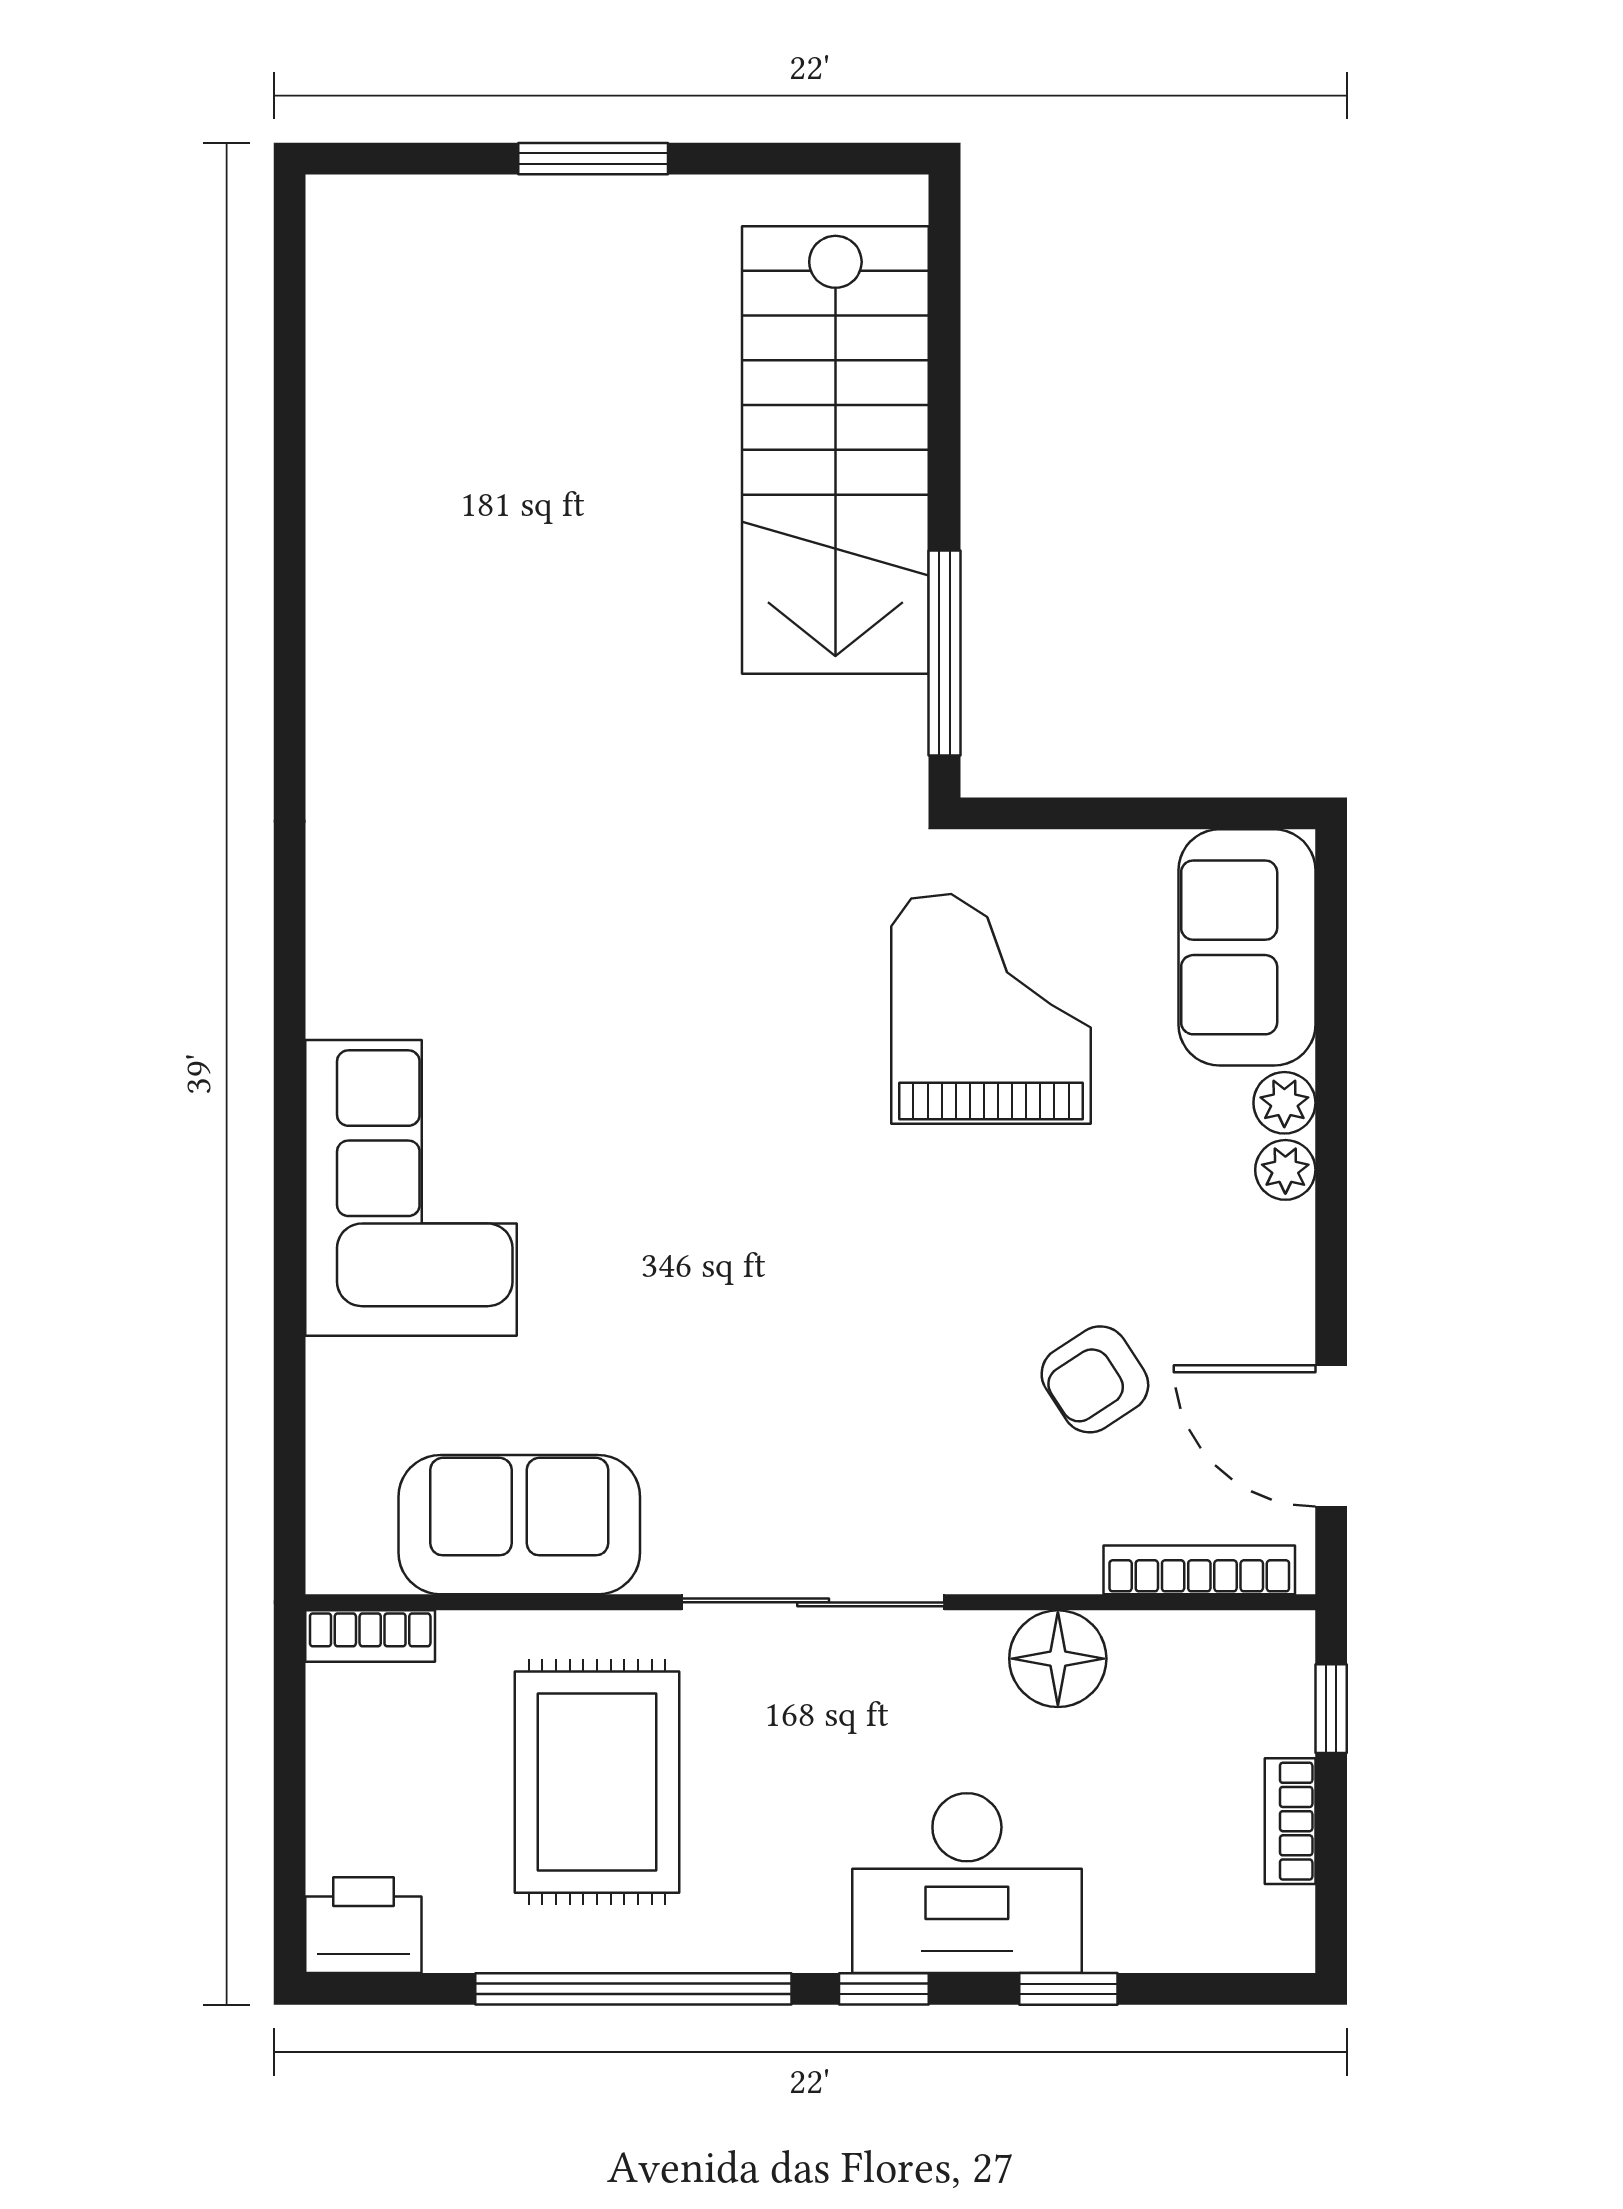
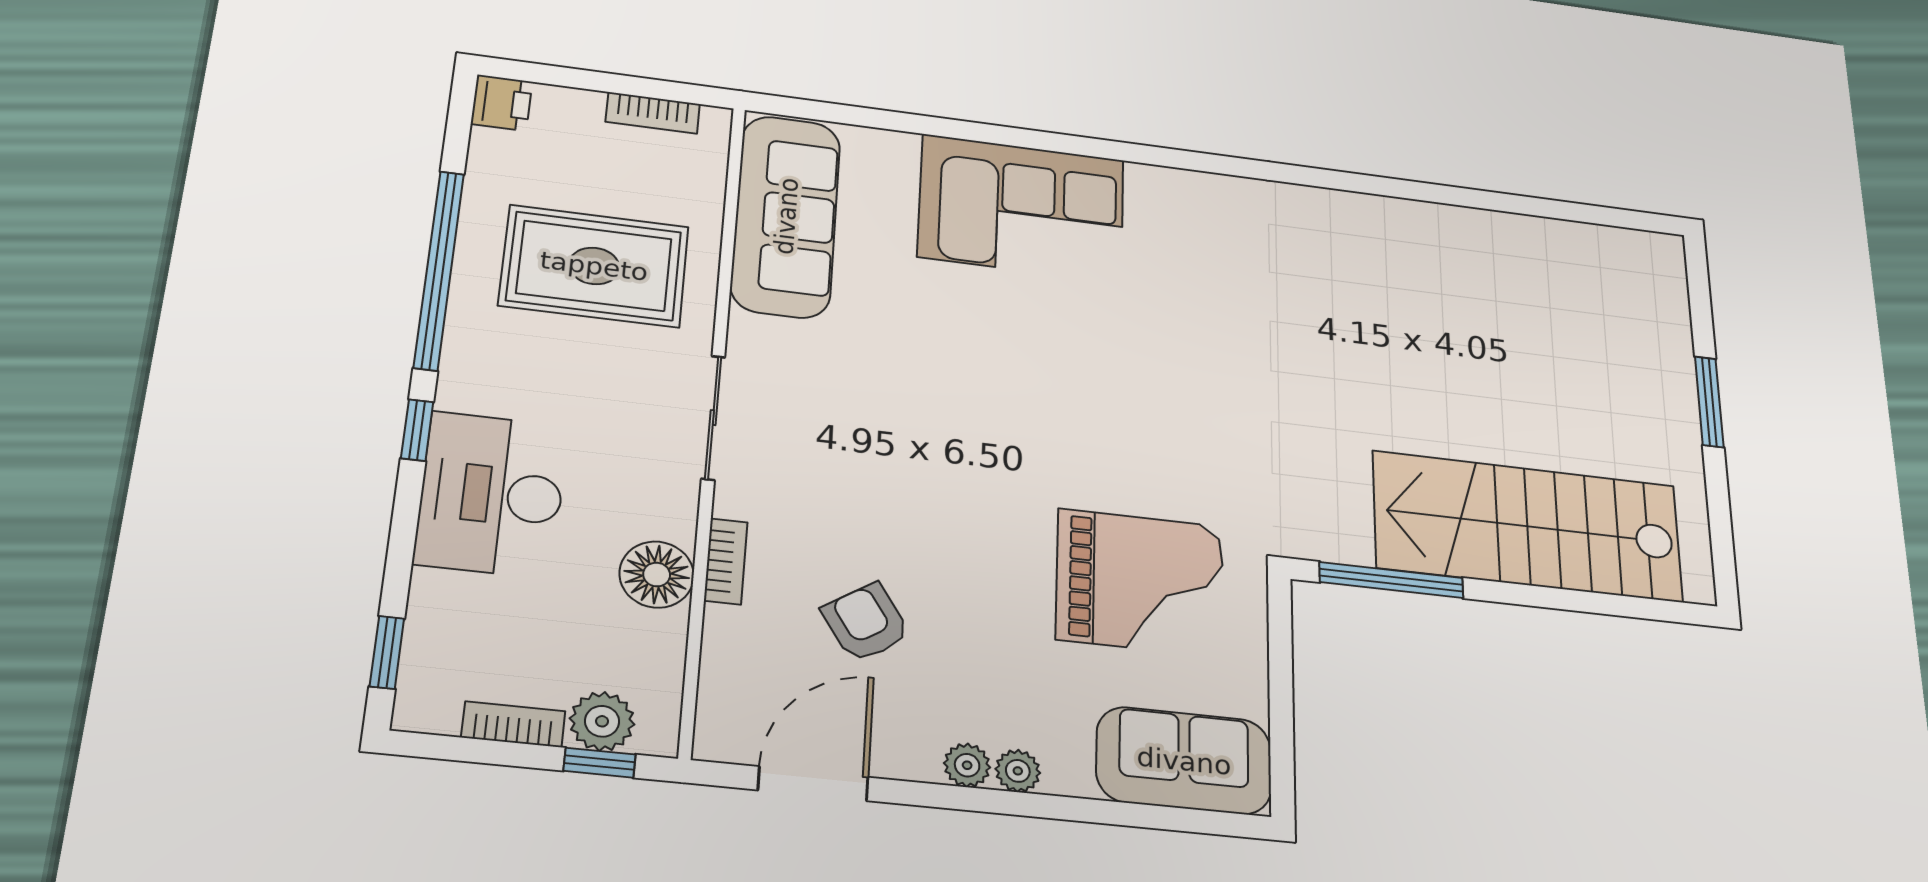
plant: (1284, 1103) -> (967, 765), moved
sofa: (519, 1525) -> (786, 216), width x1.36
bookcase: (1199, 1570) -> (726, 561), moved, width x0.64
sliding door: (813, 1602) -> (713, 418), width x0.73
bookcase: (370, 1636) -> (653, 113), moved, turned -90
plant: (1274, 1711) -> (602, 721), added
printer: (363, 1925) -> (502, 103), width x0.73, depth x0.81
window: (1068, 1989) -> (387, 652), moved

